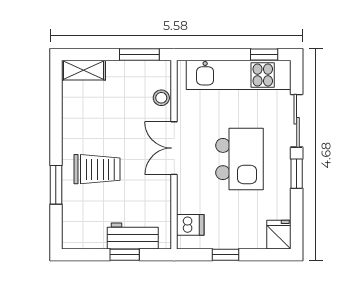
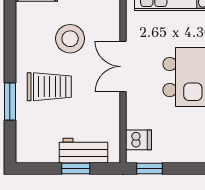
stool: (161, 98) -> (70, 39), moved, width x1.89, depth x1.89
window: (226, 255) -> (150, 168), moved

